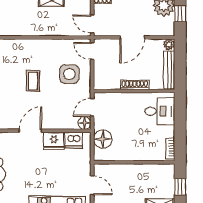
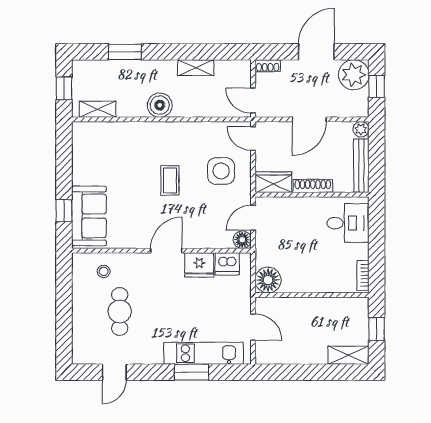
boiler: (26, 27) -> (160, 105), added
wardrobe: (107, 82) -> (274, 182), added
floor lamp: (103, 139) -> (268, 280), moved

